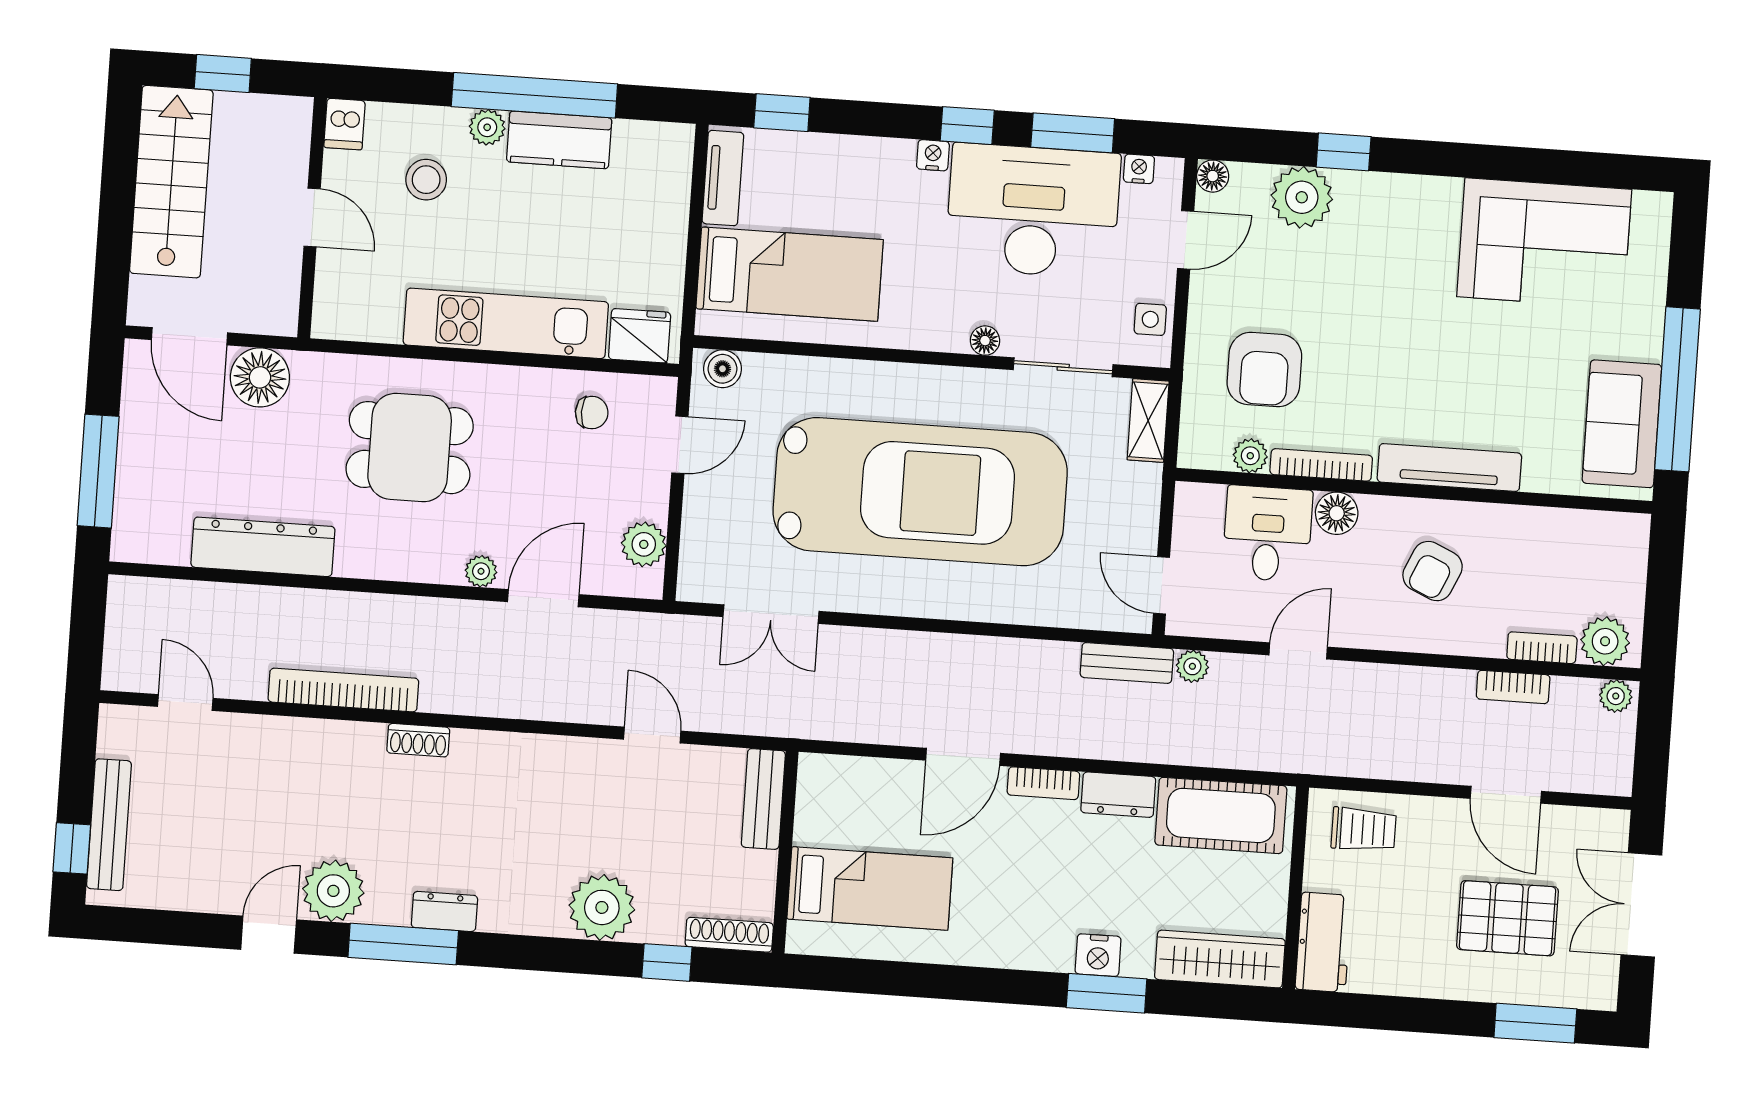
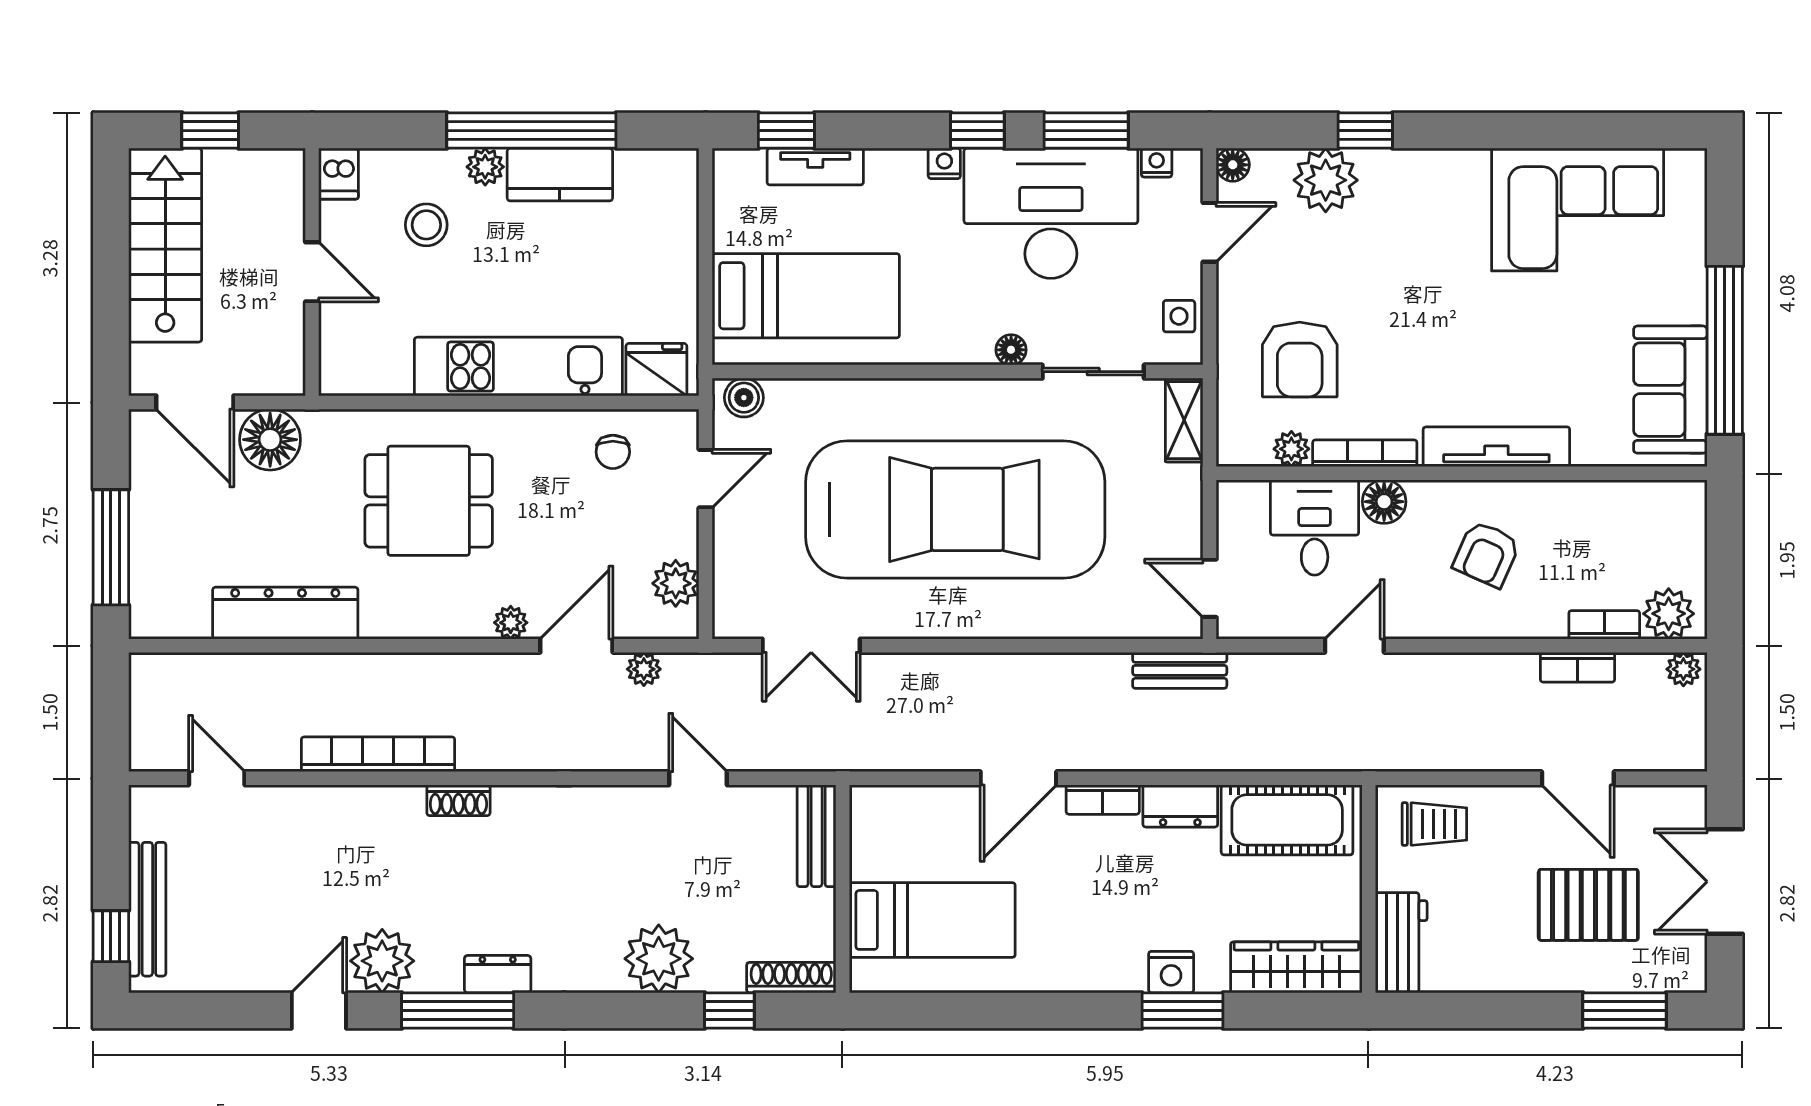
tv unit: (723, 178) -> (815, 167), moved, turned 90
chair: (592, 413) -> (613, 452), turned 90
plant: (1192, 666) -> (644, 669), moved

